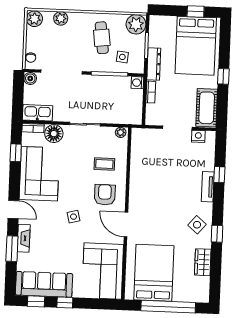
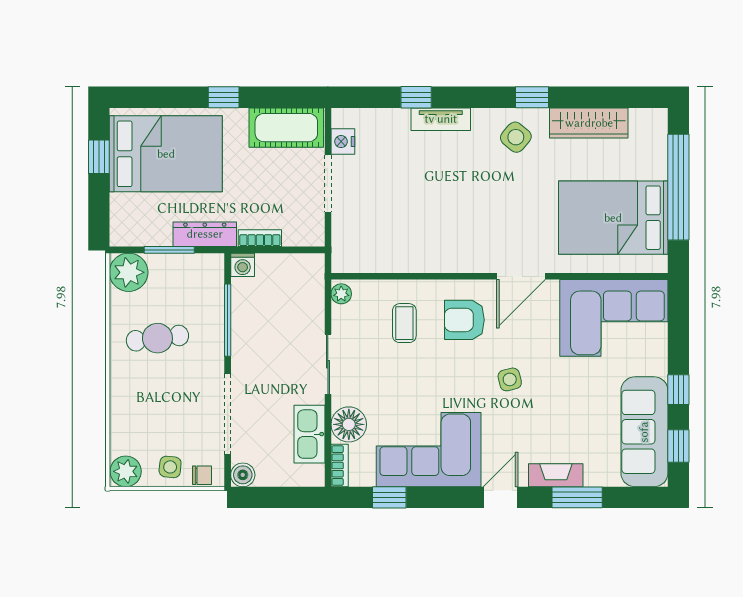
plant: (61, 18) -> (123, 420), removed
side table: (122, 57) -> (170, 467), moved
kitchen sink: (38, 113) -> (309, 434), moved
wardrobe: (203, 262) -> (589, 123), width x1.50

